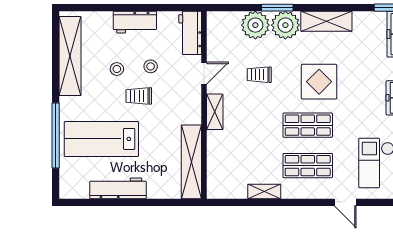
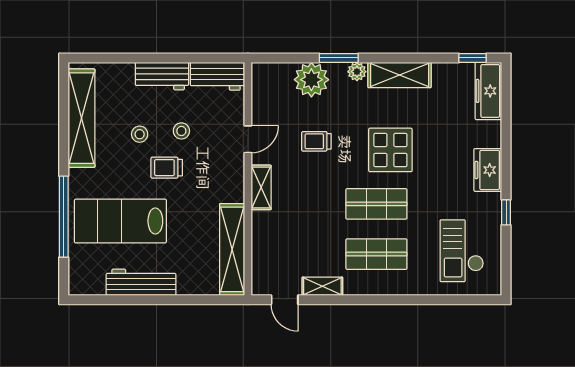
plant: (285, 25) -> (357, 72), width x0.53, depth x0.53
workbench: (190, 33) -> (217, 76), moved, turned -90
door: (345, 202) -> (285, 300), moved

